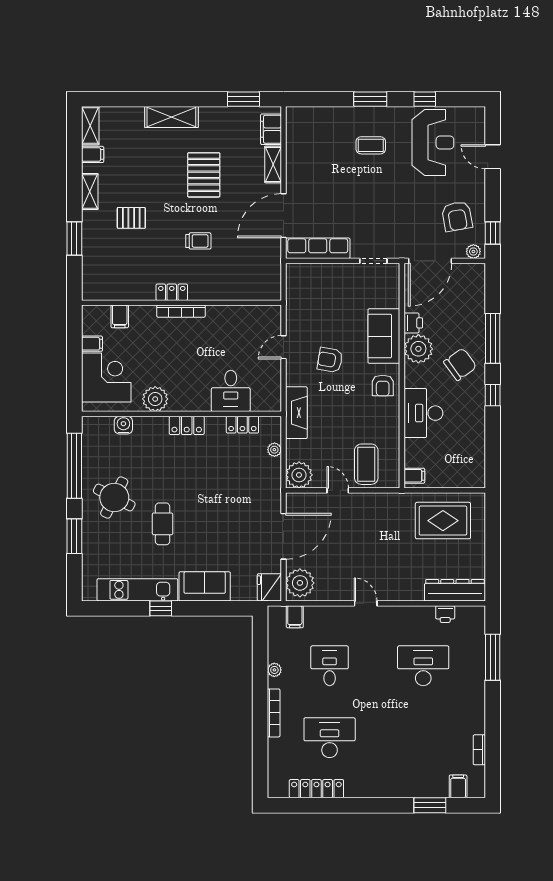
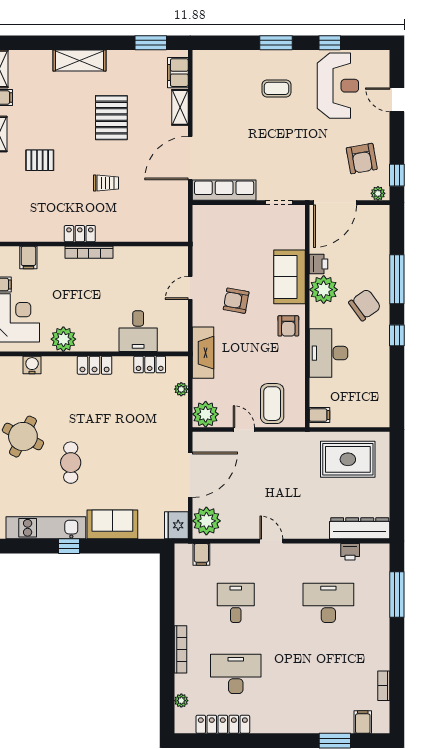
plant: (274, 670) -> (181, 701), moved

